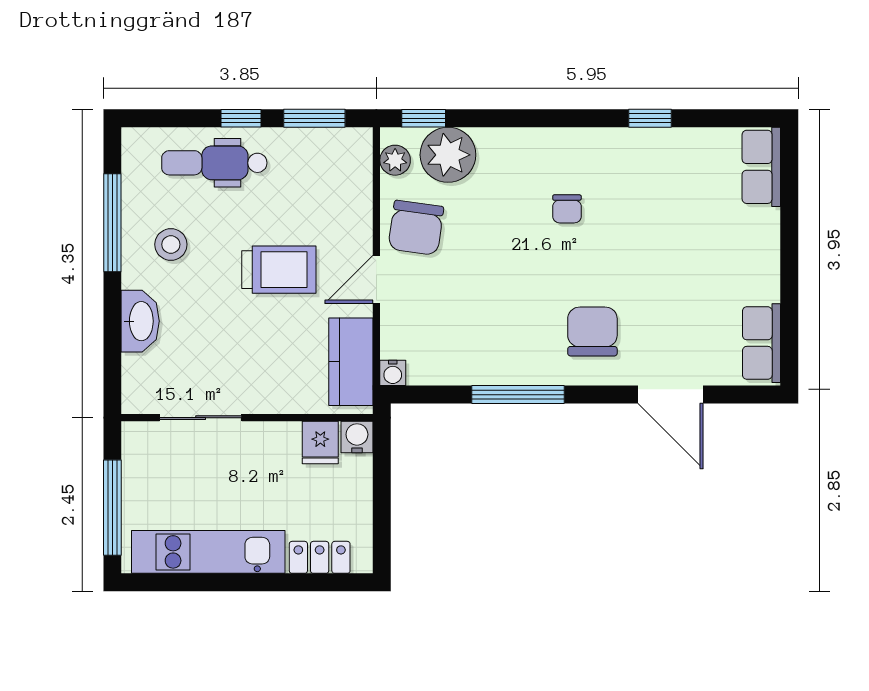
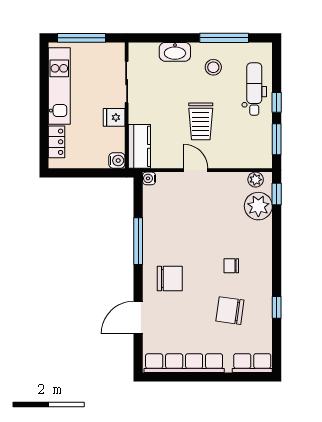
chair: (416, 228) -> (230, 311), moved
row of seats: (761, 343) -> (184, 363), width x2.02
kitchen counter: (351, 362) -> (139, 146), moved, turned 90
fridge: (320, 443) -> (114, 117), moved

